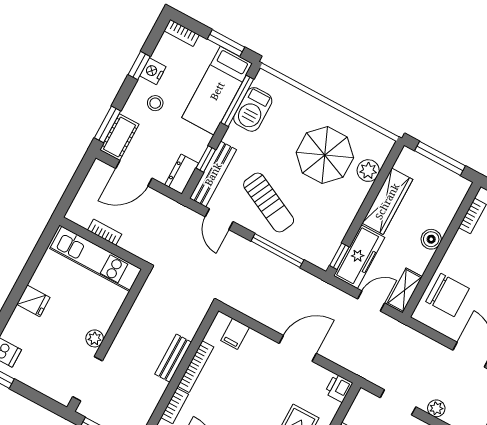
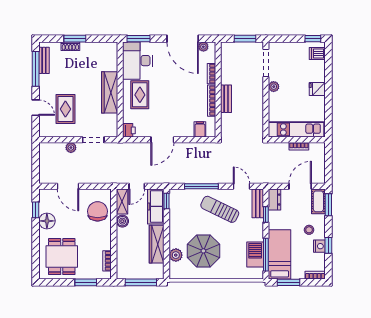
bench: (213, 174) -> (258, 203), width x0.73
boiler: (431, 239) -> (122, 221), moved
chair: (448, 295) -> (98, 211), turned 90

